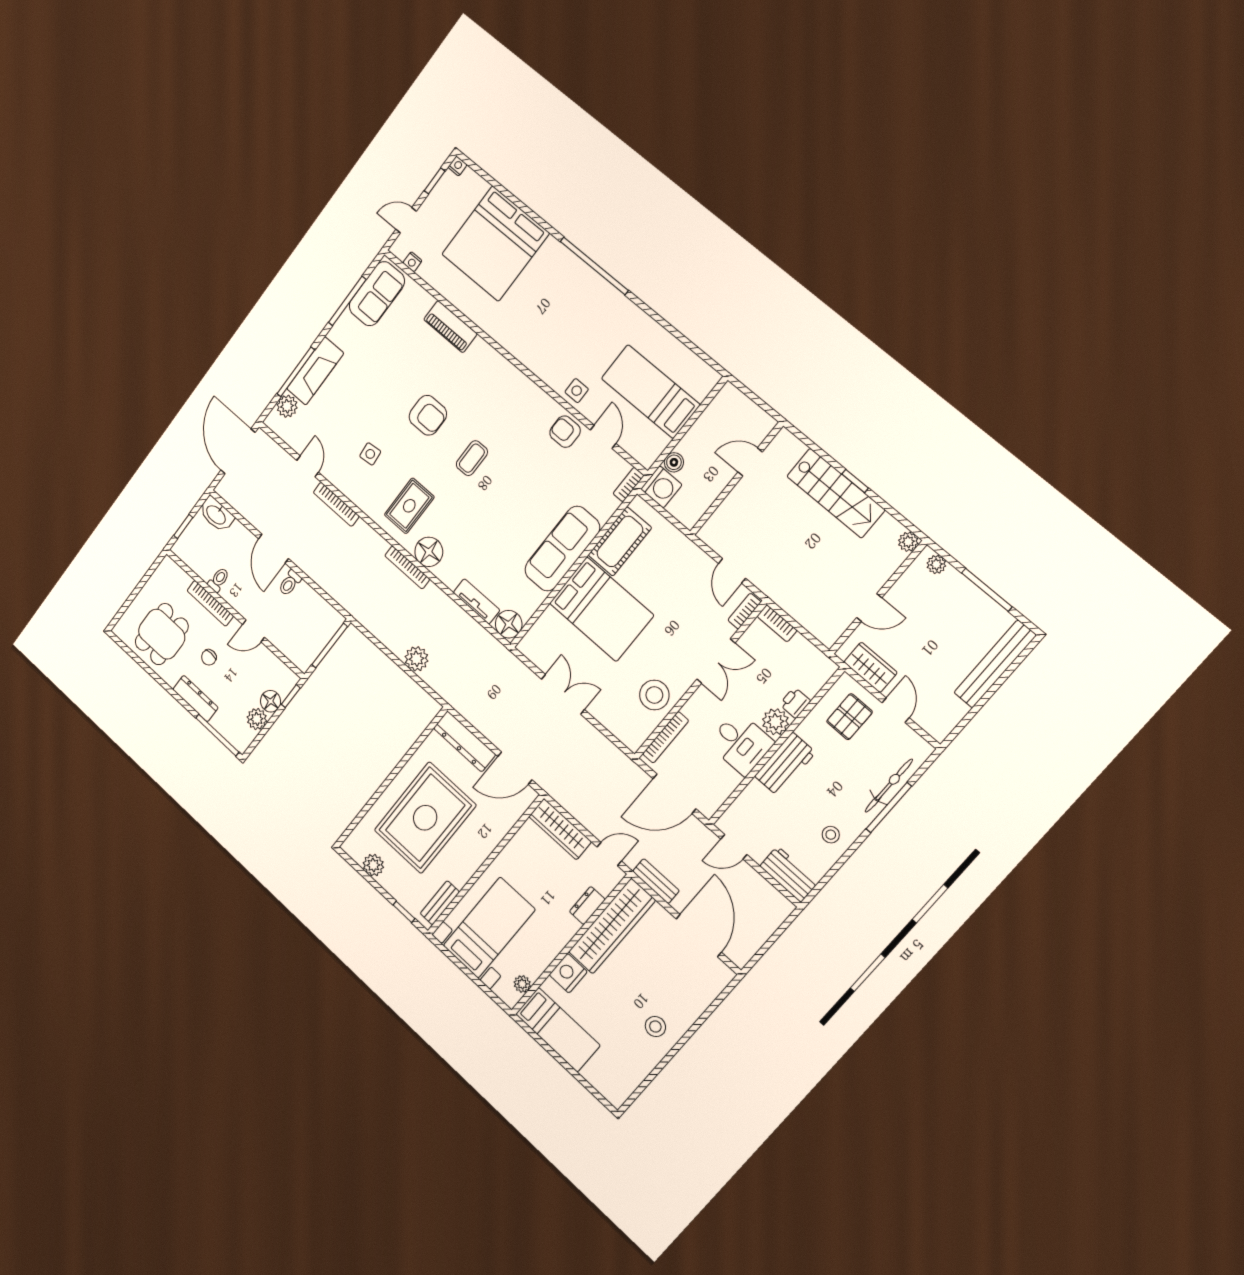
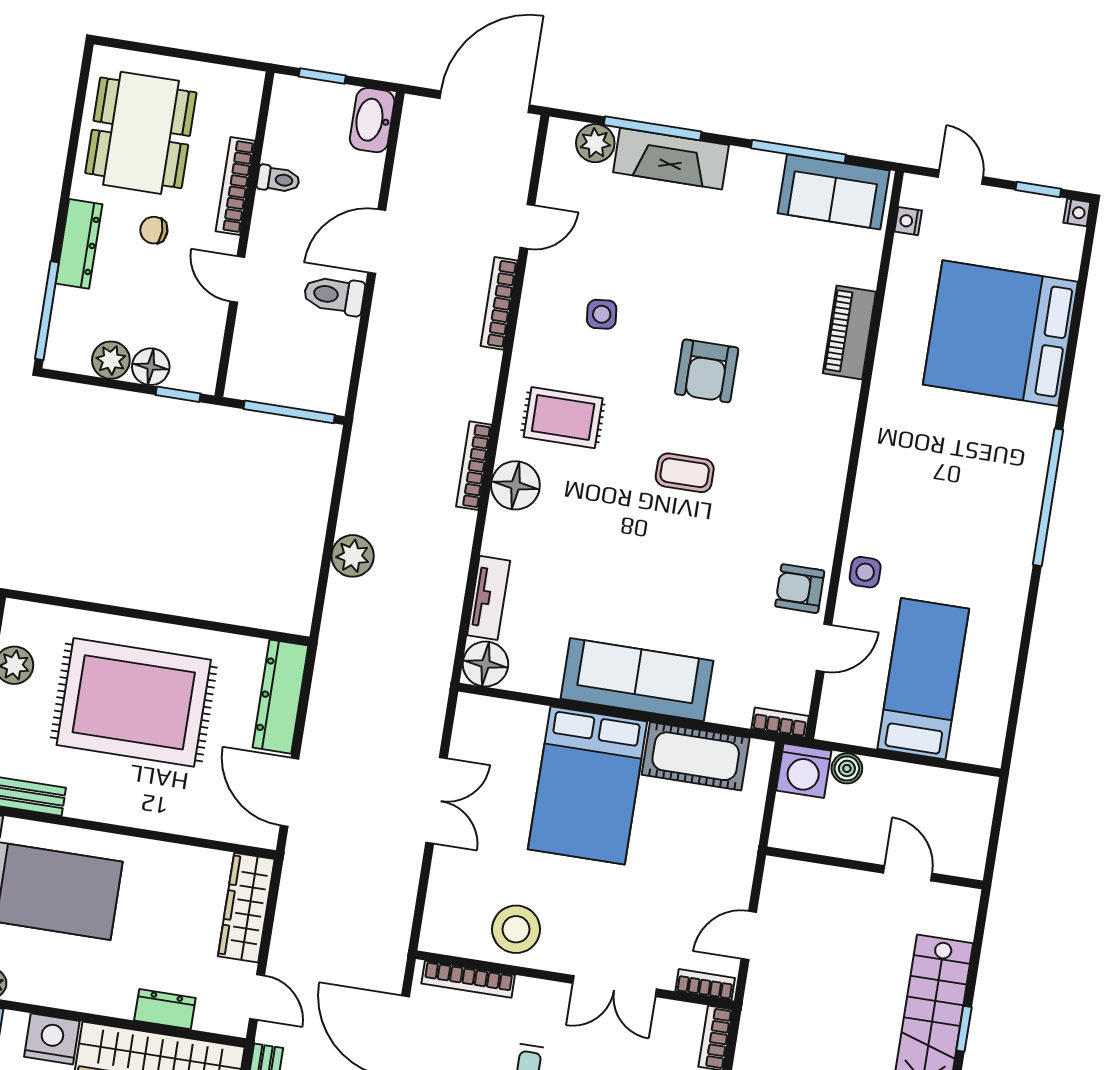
armchair: (565, 432) -> (800, 589), turned -90
toilet: (290, 583) -> (334, 295), width x1.37, depth x1.39
dining table: (162, 634) -> (141, 133), width x1.38

